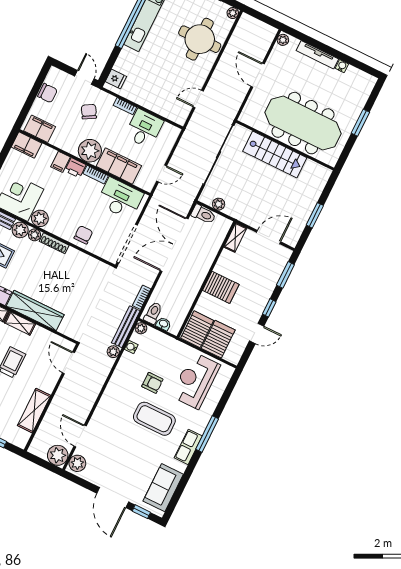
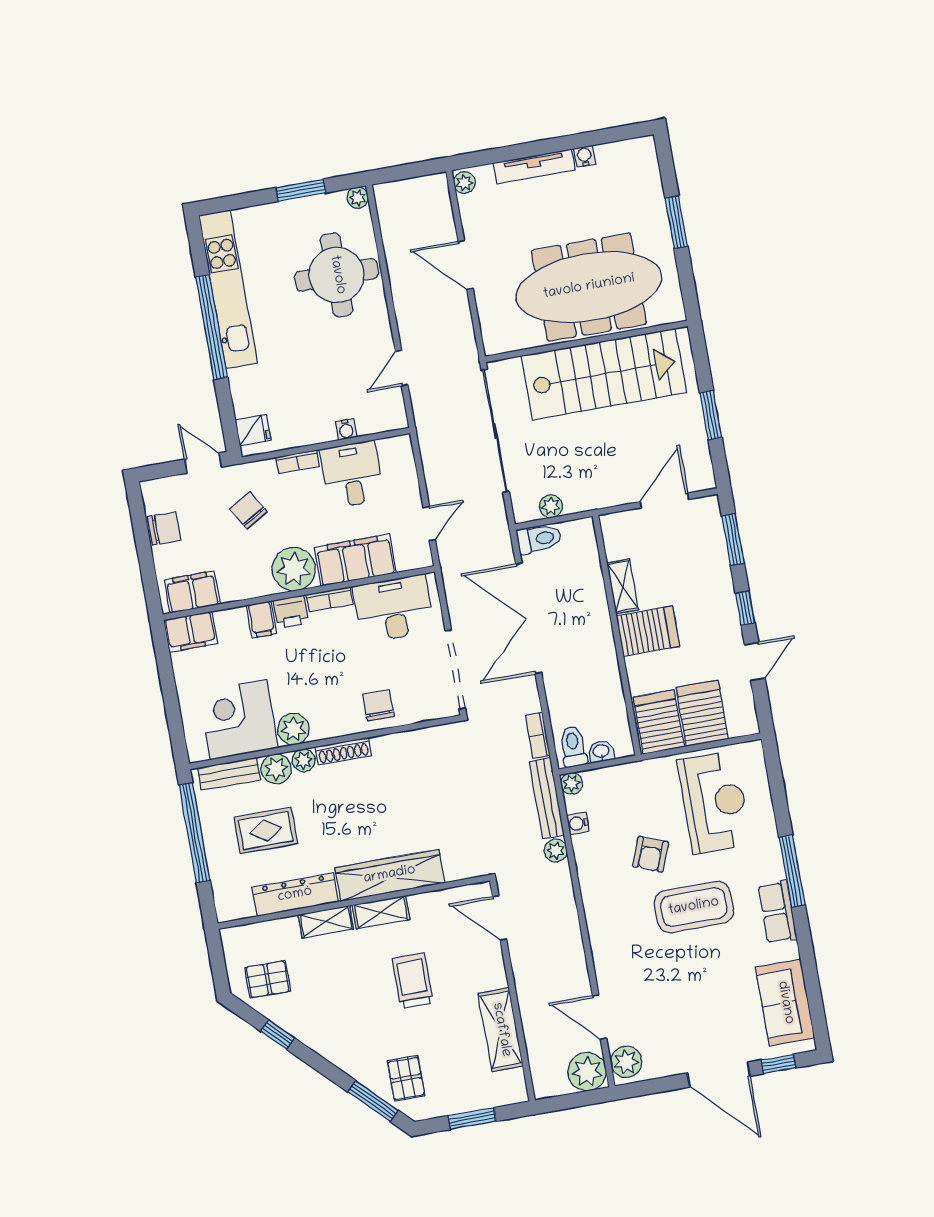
water cooler: (156, 108) -> (346, 429), added
stairs: (275, 154) -> (604, 374), width x1.36, depth x1.51
shelving: (235, 238) -> (623, 586), moved
reception desk: (196, 381) -> (714, 802), turned 180
armchair: (152, 383) -> (651, 854), turned 111

